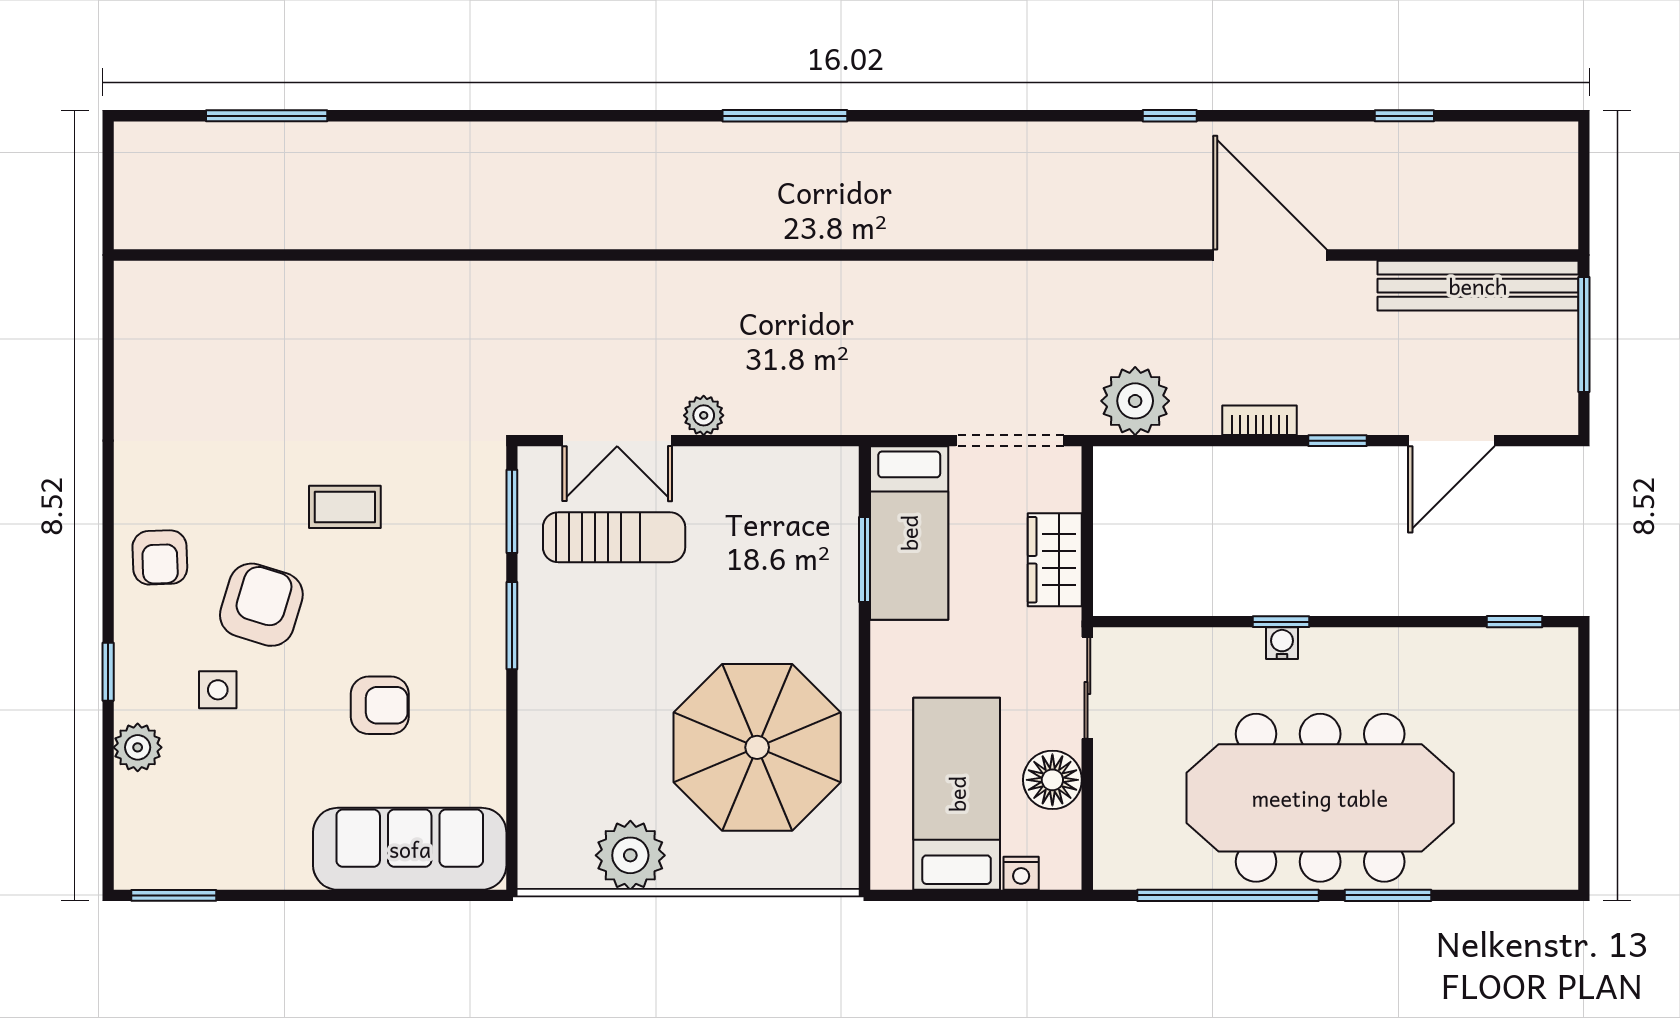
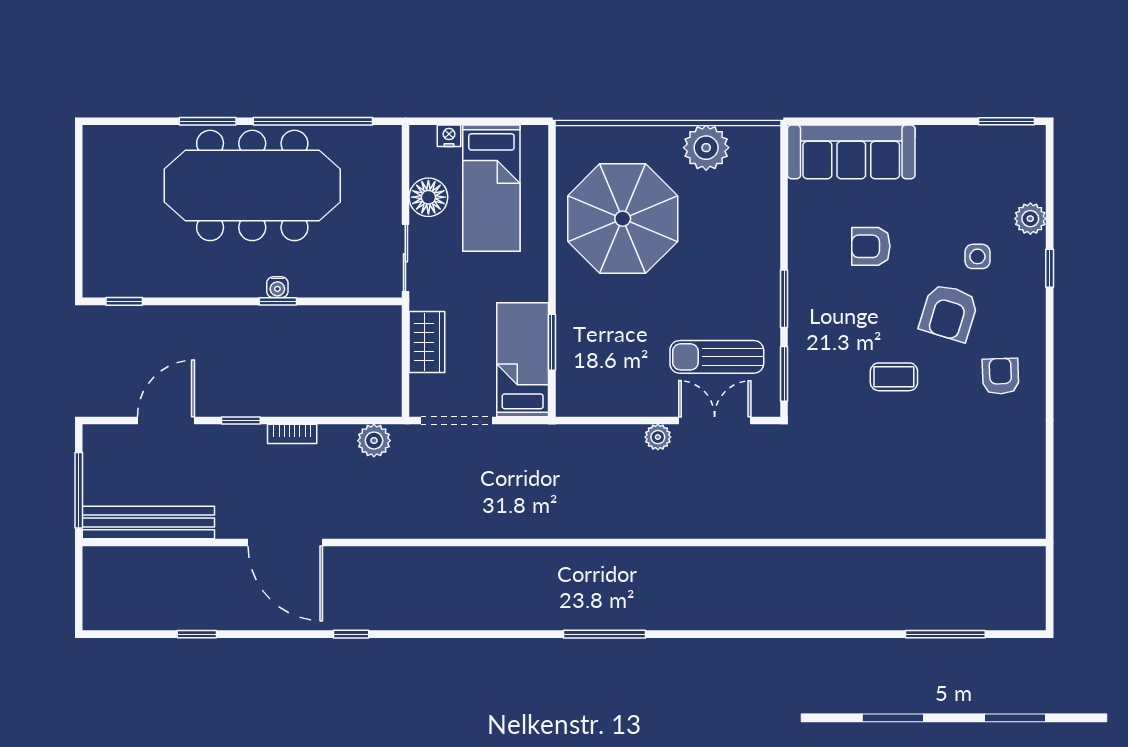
plant: (1135, 401) -> (374, 441), width x0.73, depth x0.73
armchair: (160, 557) -> (1000, 376), moved

